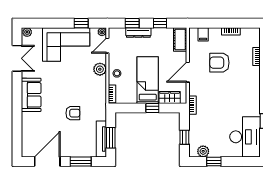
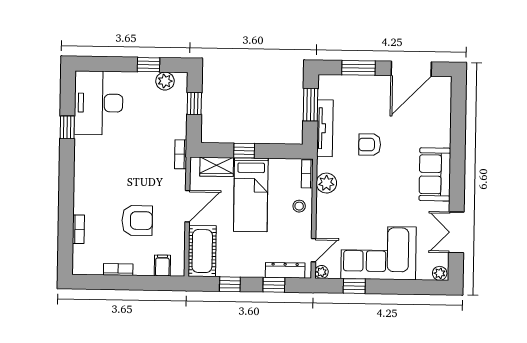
dresser: (138, 33) -> (285, 270), moved
cot: (180, 40) -> (202, 251), width x1.37, depth x1.34
plant: (100, 69) -> (326, 183), moved
tv unit: (101, 139) -> (325, 128), moved

